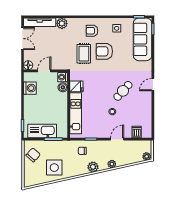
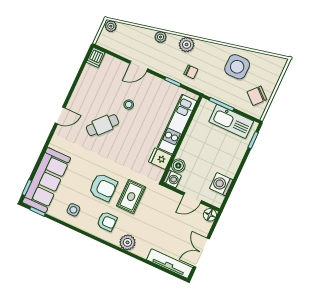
plant: (62, 23) -> (127, 242), moved
dishwasher: (137, 132) -> (96, 57), moved

